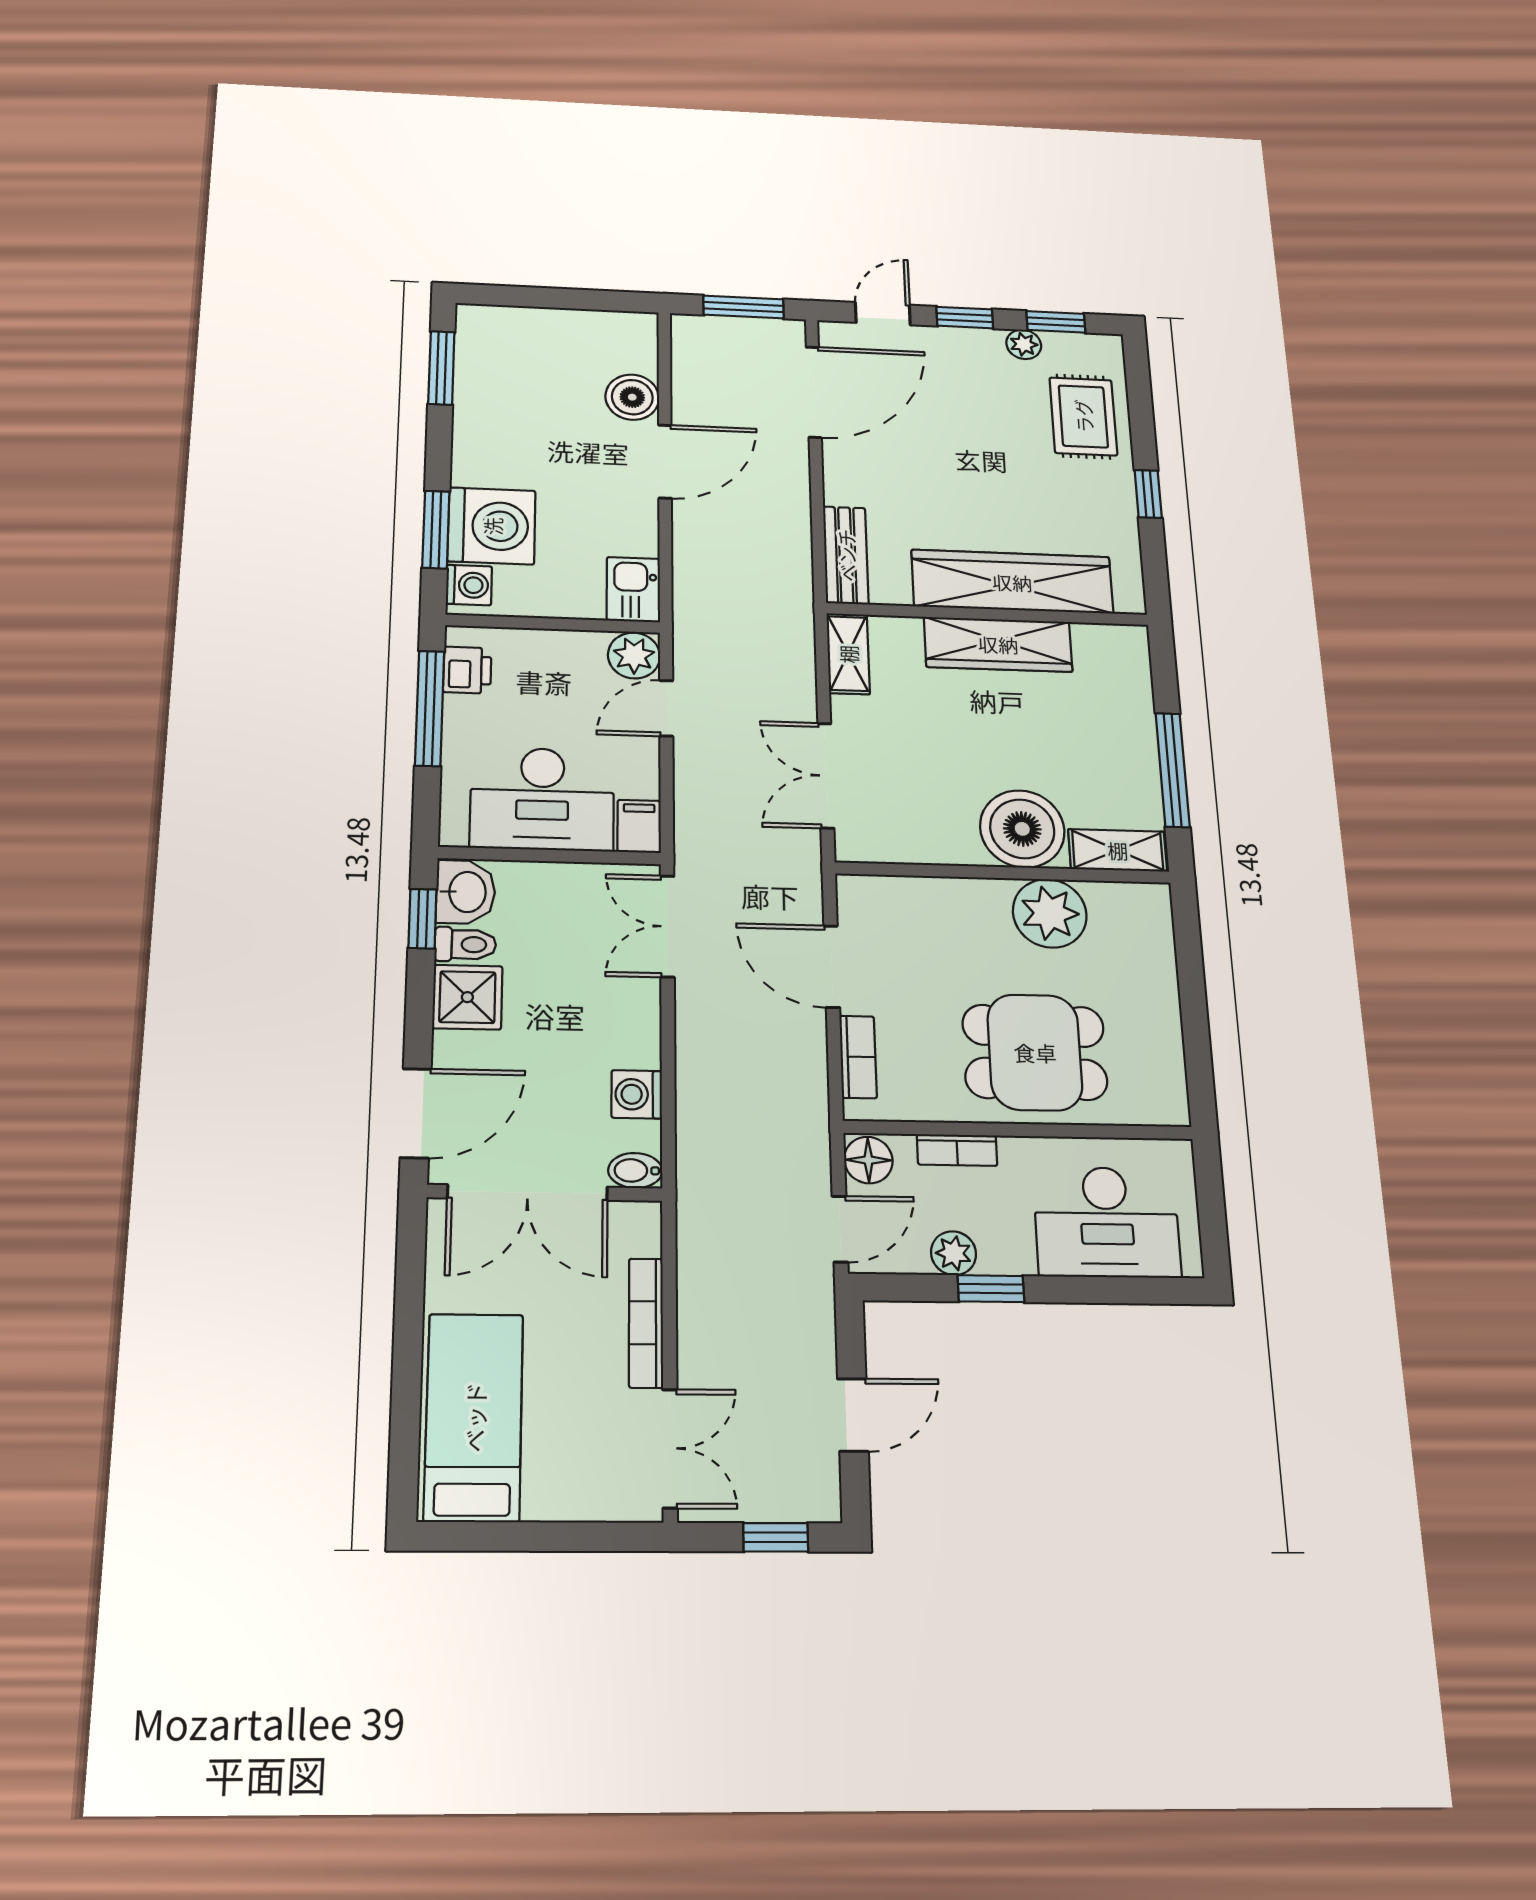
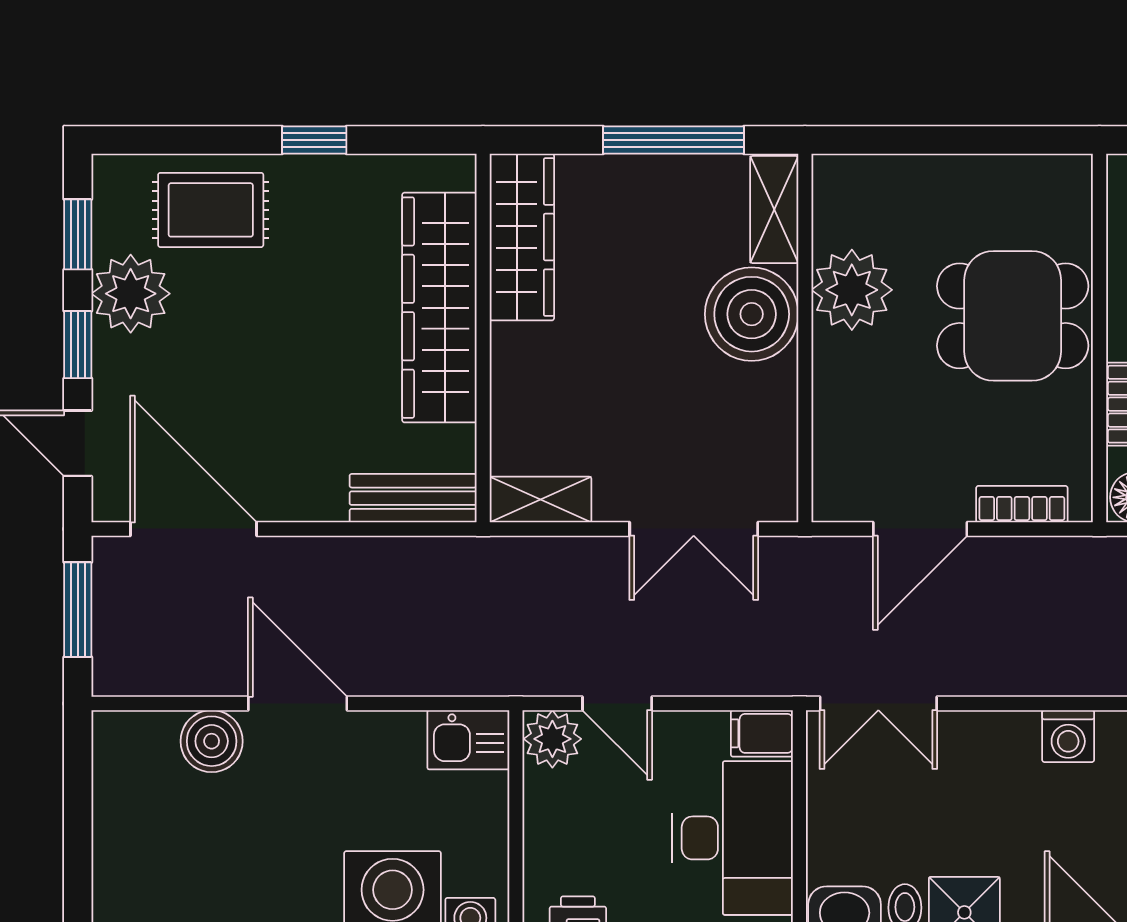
plant: (1024, 344) -> (131, 294), width x1.88, depth x1.88
wardrobe: (998, 644) -> (522, 237), moved
dining table: (1035, 1052) -> (1013, 316), turned 90

